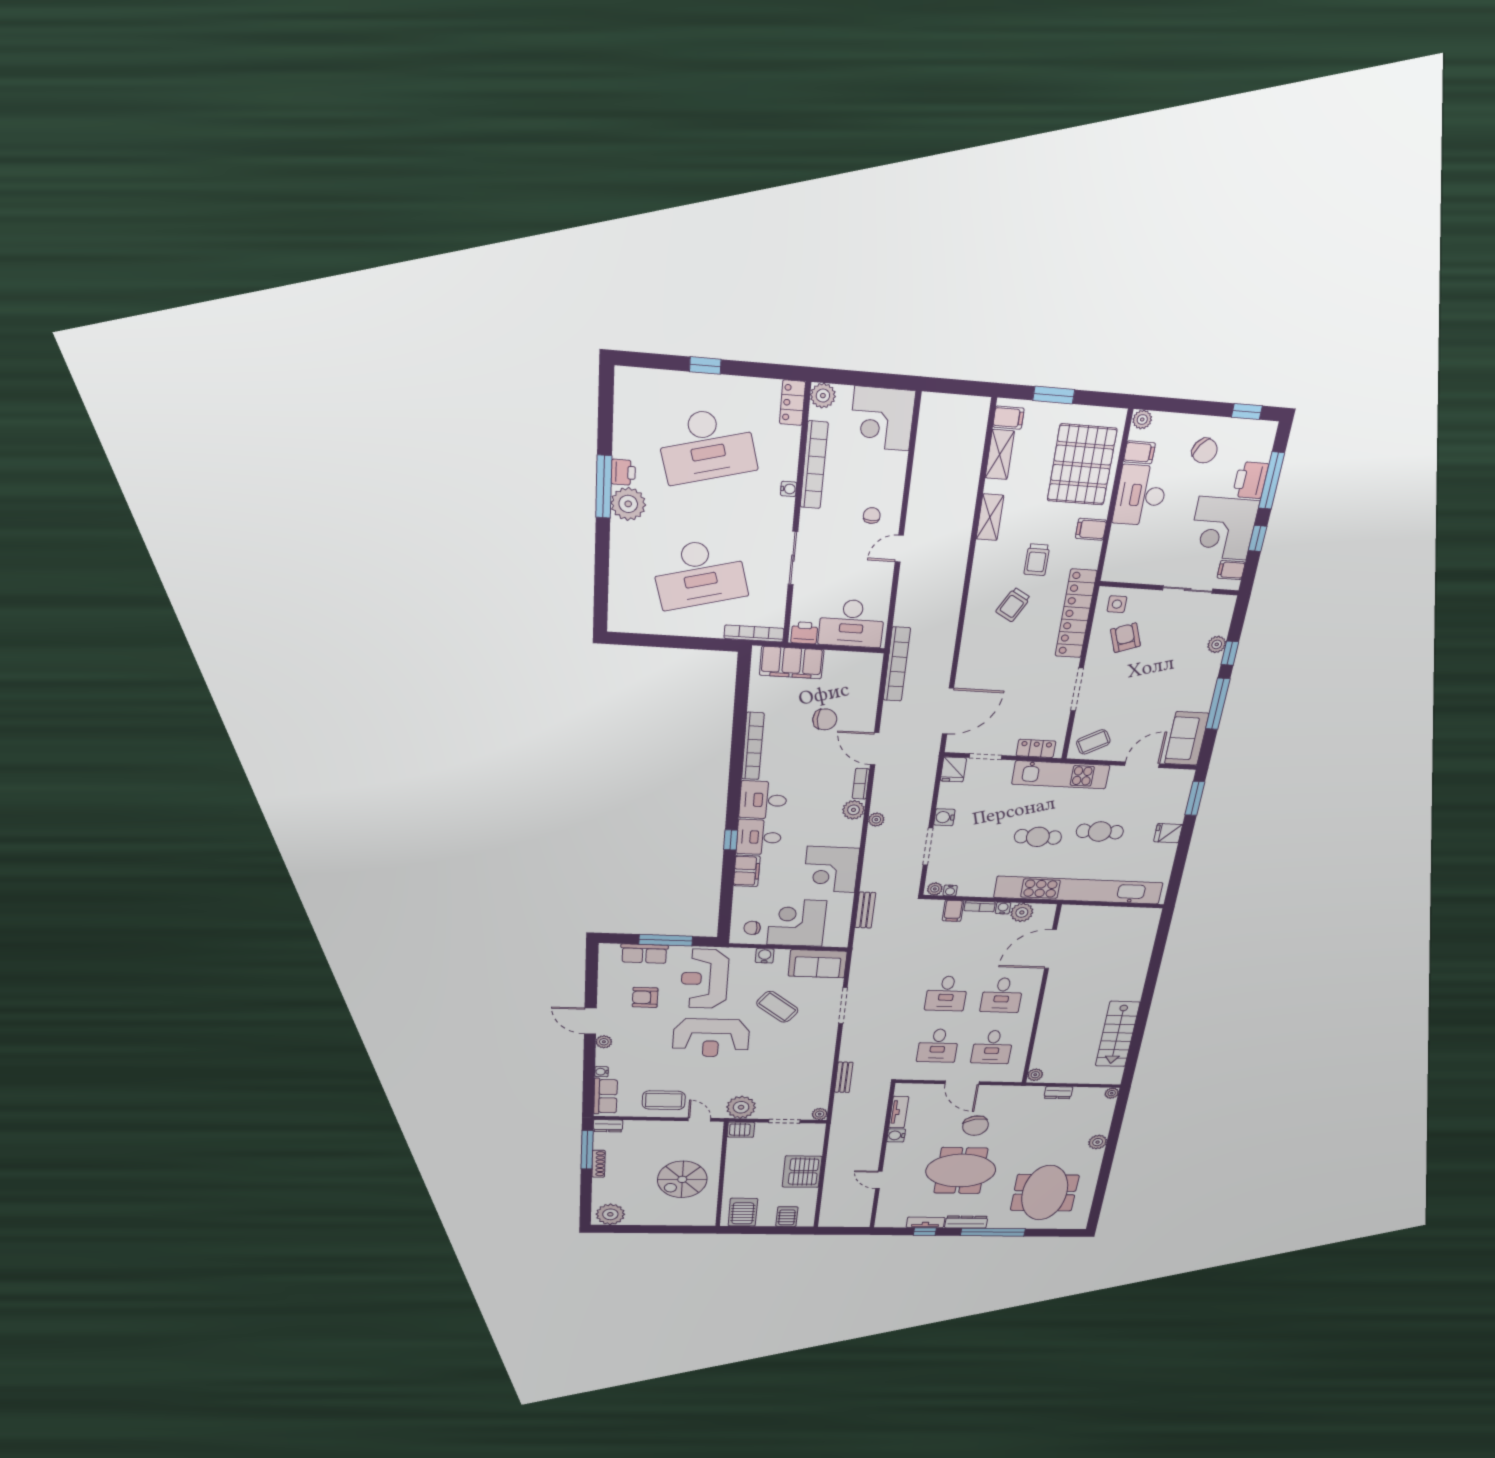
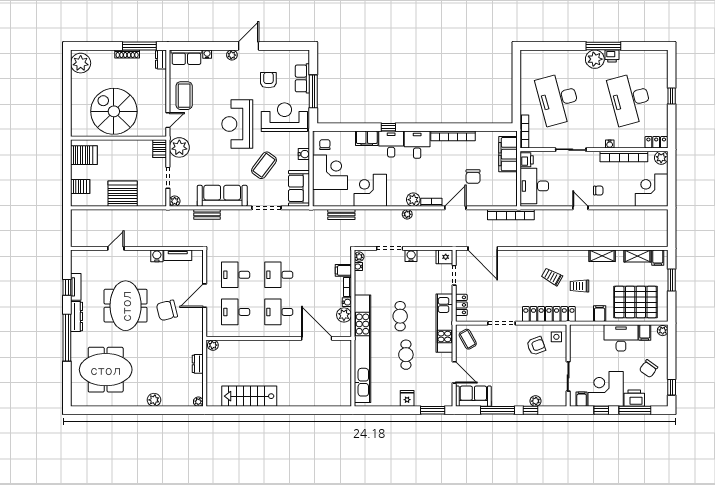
sofa: (818, 1059) -> (222, 196), added
spiral stairs: (682, 1179) -> (114, 111), width x1.37, depth x1.37

